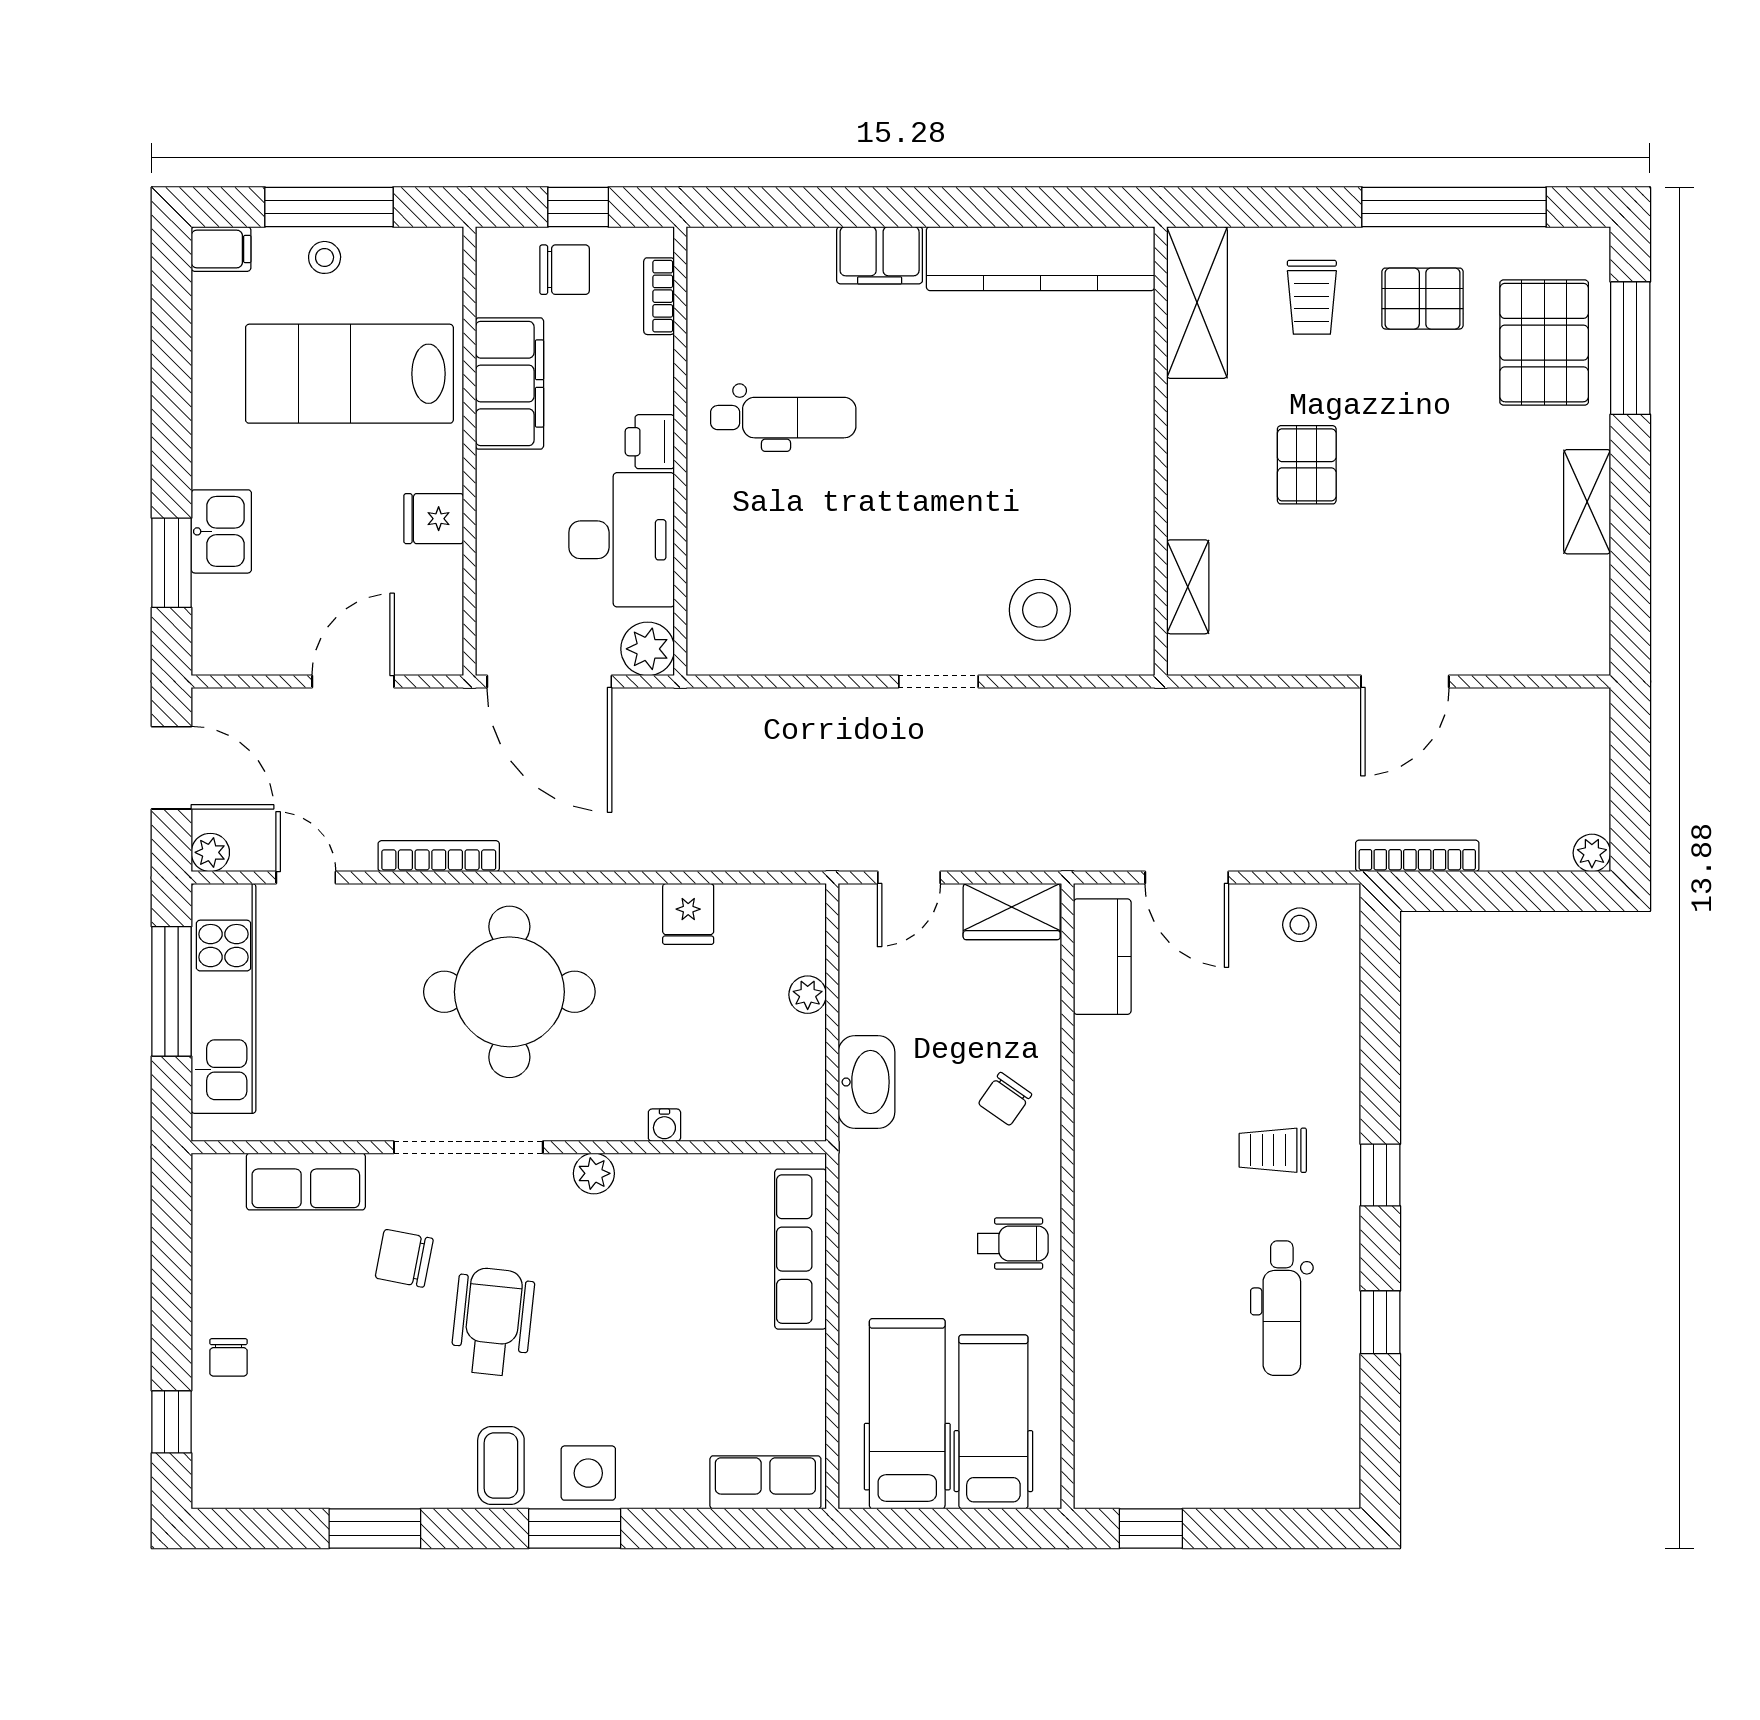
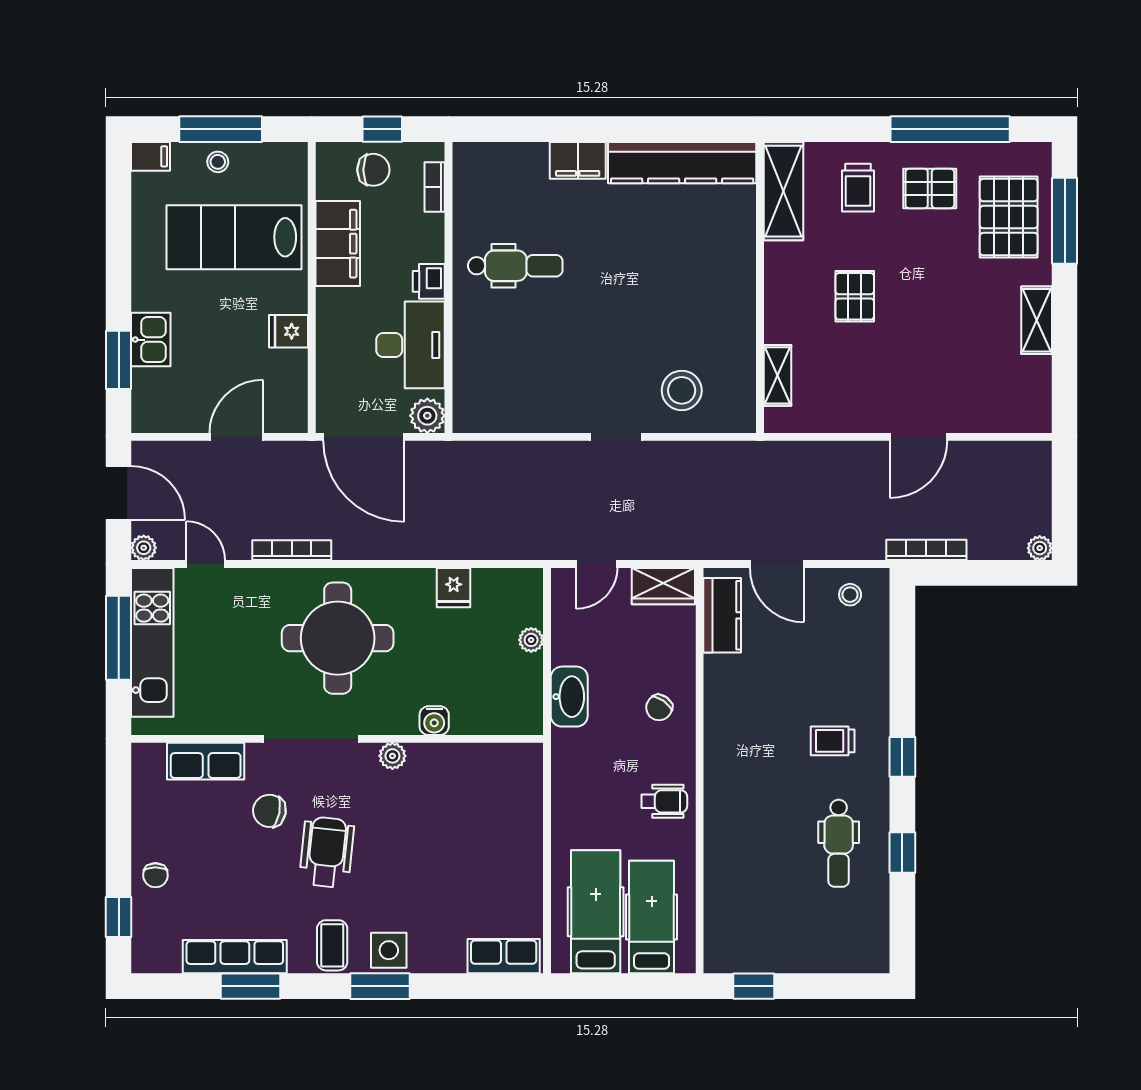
water cooler: (664, 1125) -> (434, 721), width x1.38, depth x1.38
row of seats: (800, 1249) -> (235, 957), moved, turned 90

